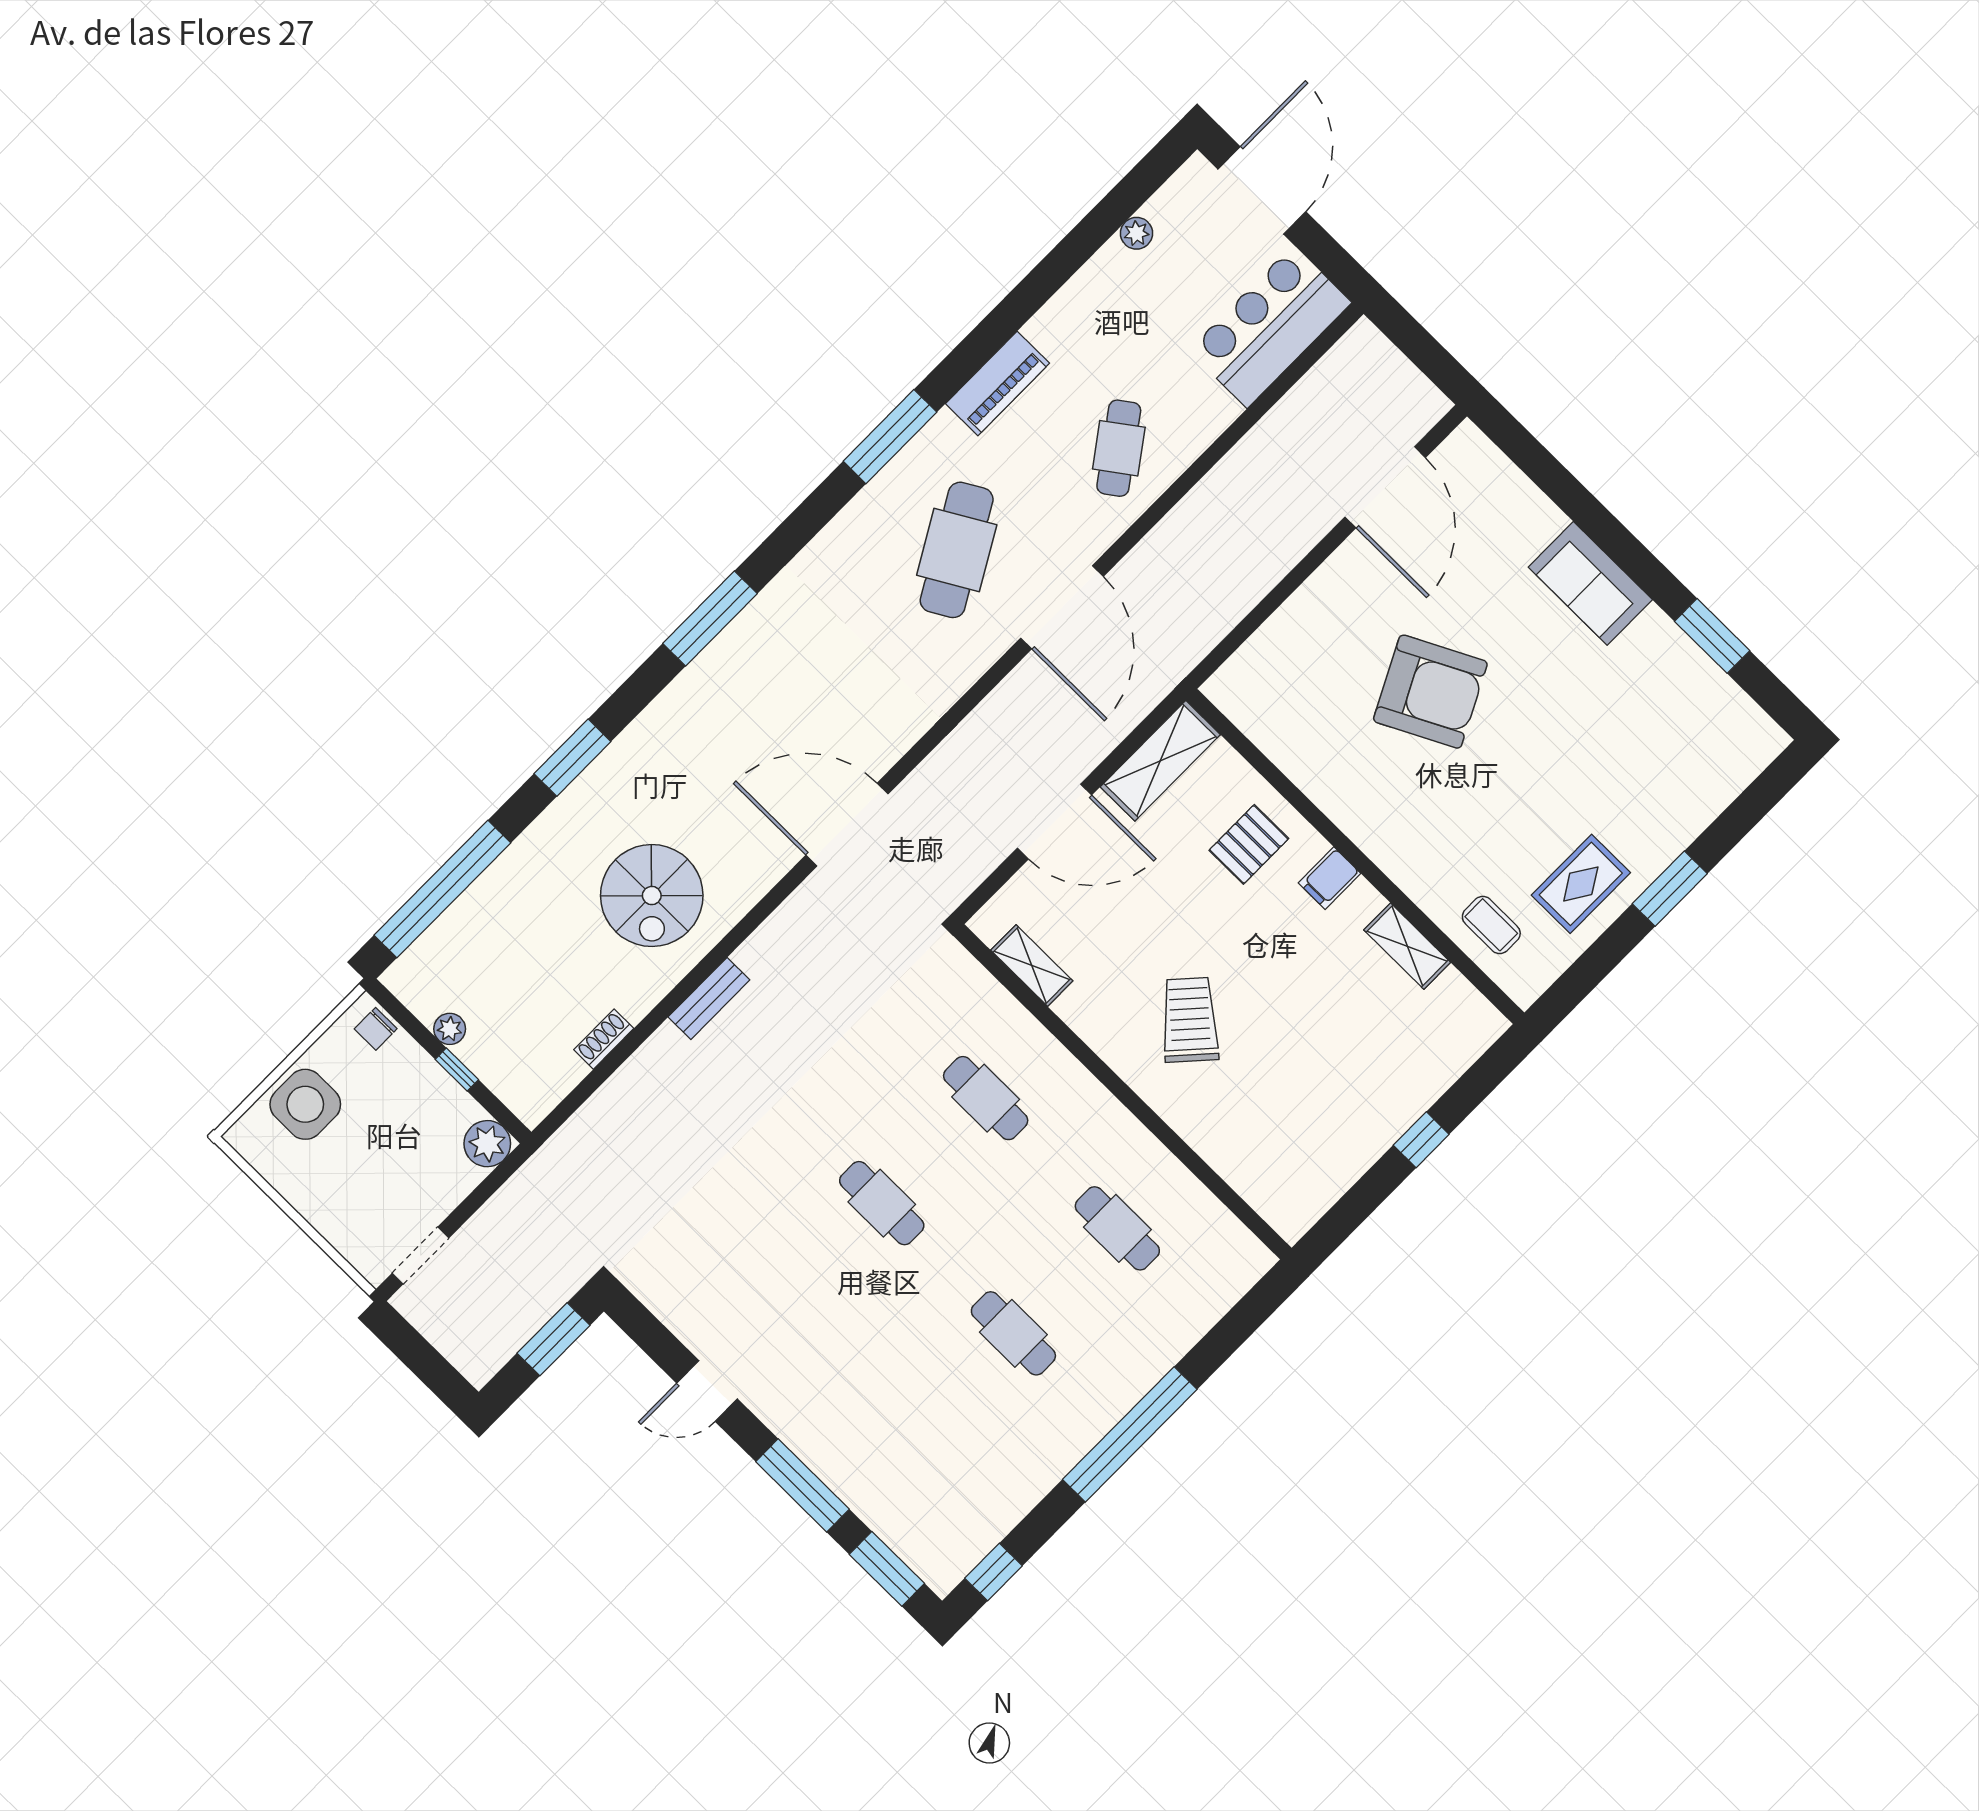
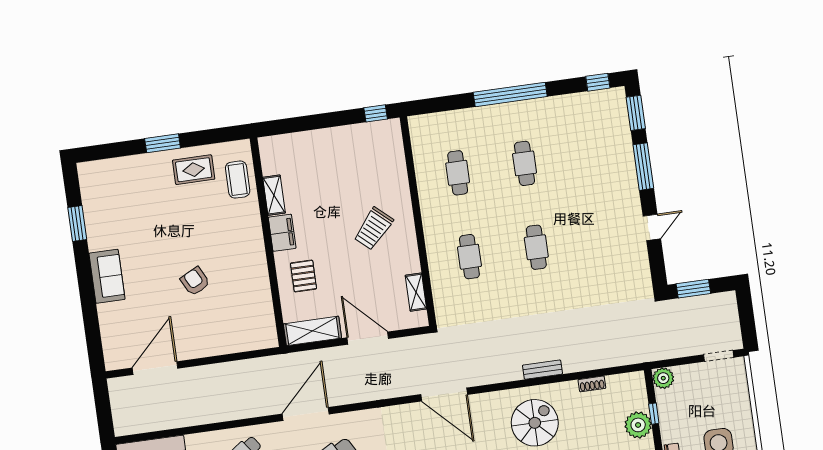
armchair: (1430, 692) -> (195, 281), width x0.53, depth x0.53
pallet: (1249, 844) -> (303, 276), turned 90
filing cabinet: (1330, 878) -> (282, 233), width x2.00
coffee table: (1491, 925) -> (238, 180), width x1.36, depth x1.30
plant: (450, 1029) -> (638, 425), width x1.88, depth x1.88
window: (1421, 1140) -> (376, 113), moved
door: (707, 1391) -> (652, 227), hinge flipped

